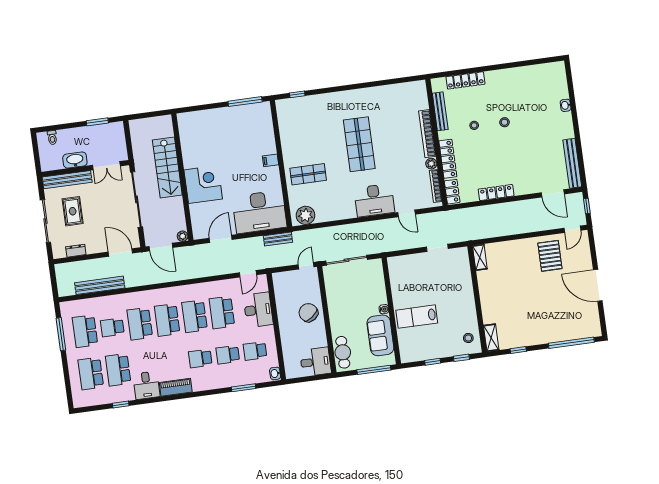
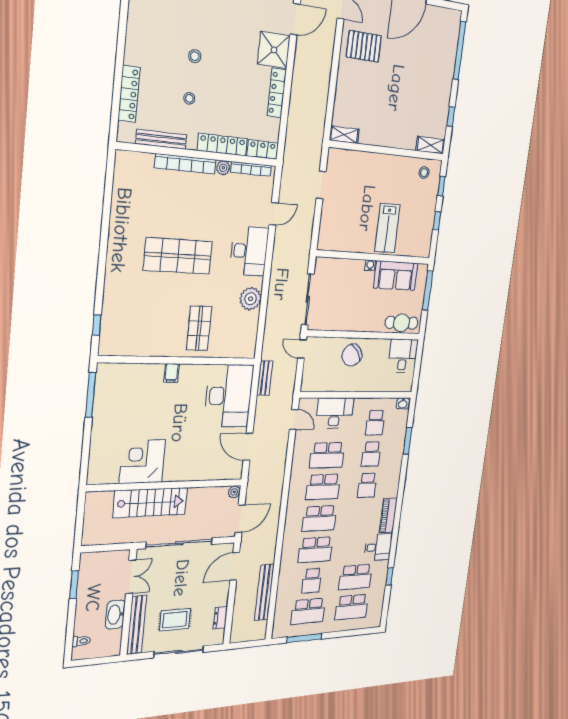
shower: (526, 182) -> (274, 50), added
corner desk: (203, 184) -> (142, 462), moved
plant: (306, 215) -> (251, 299), moved

